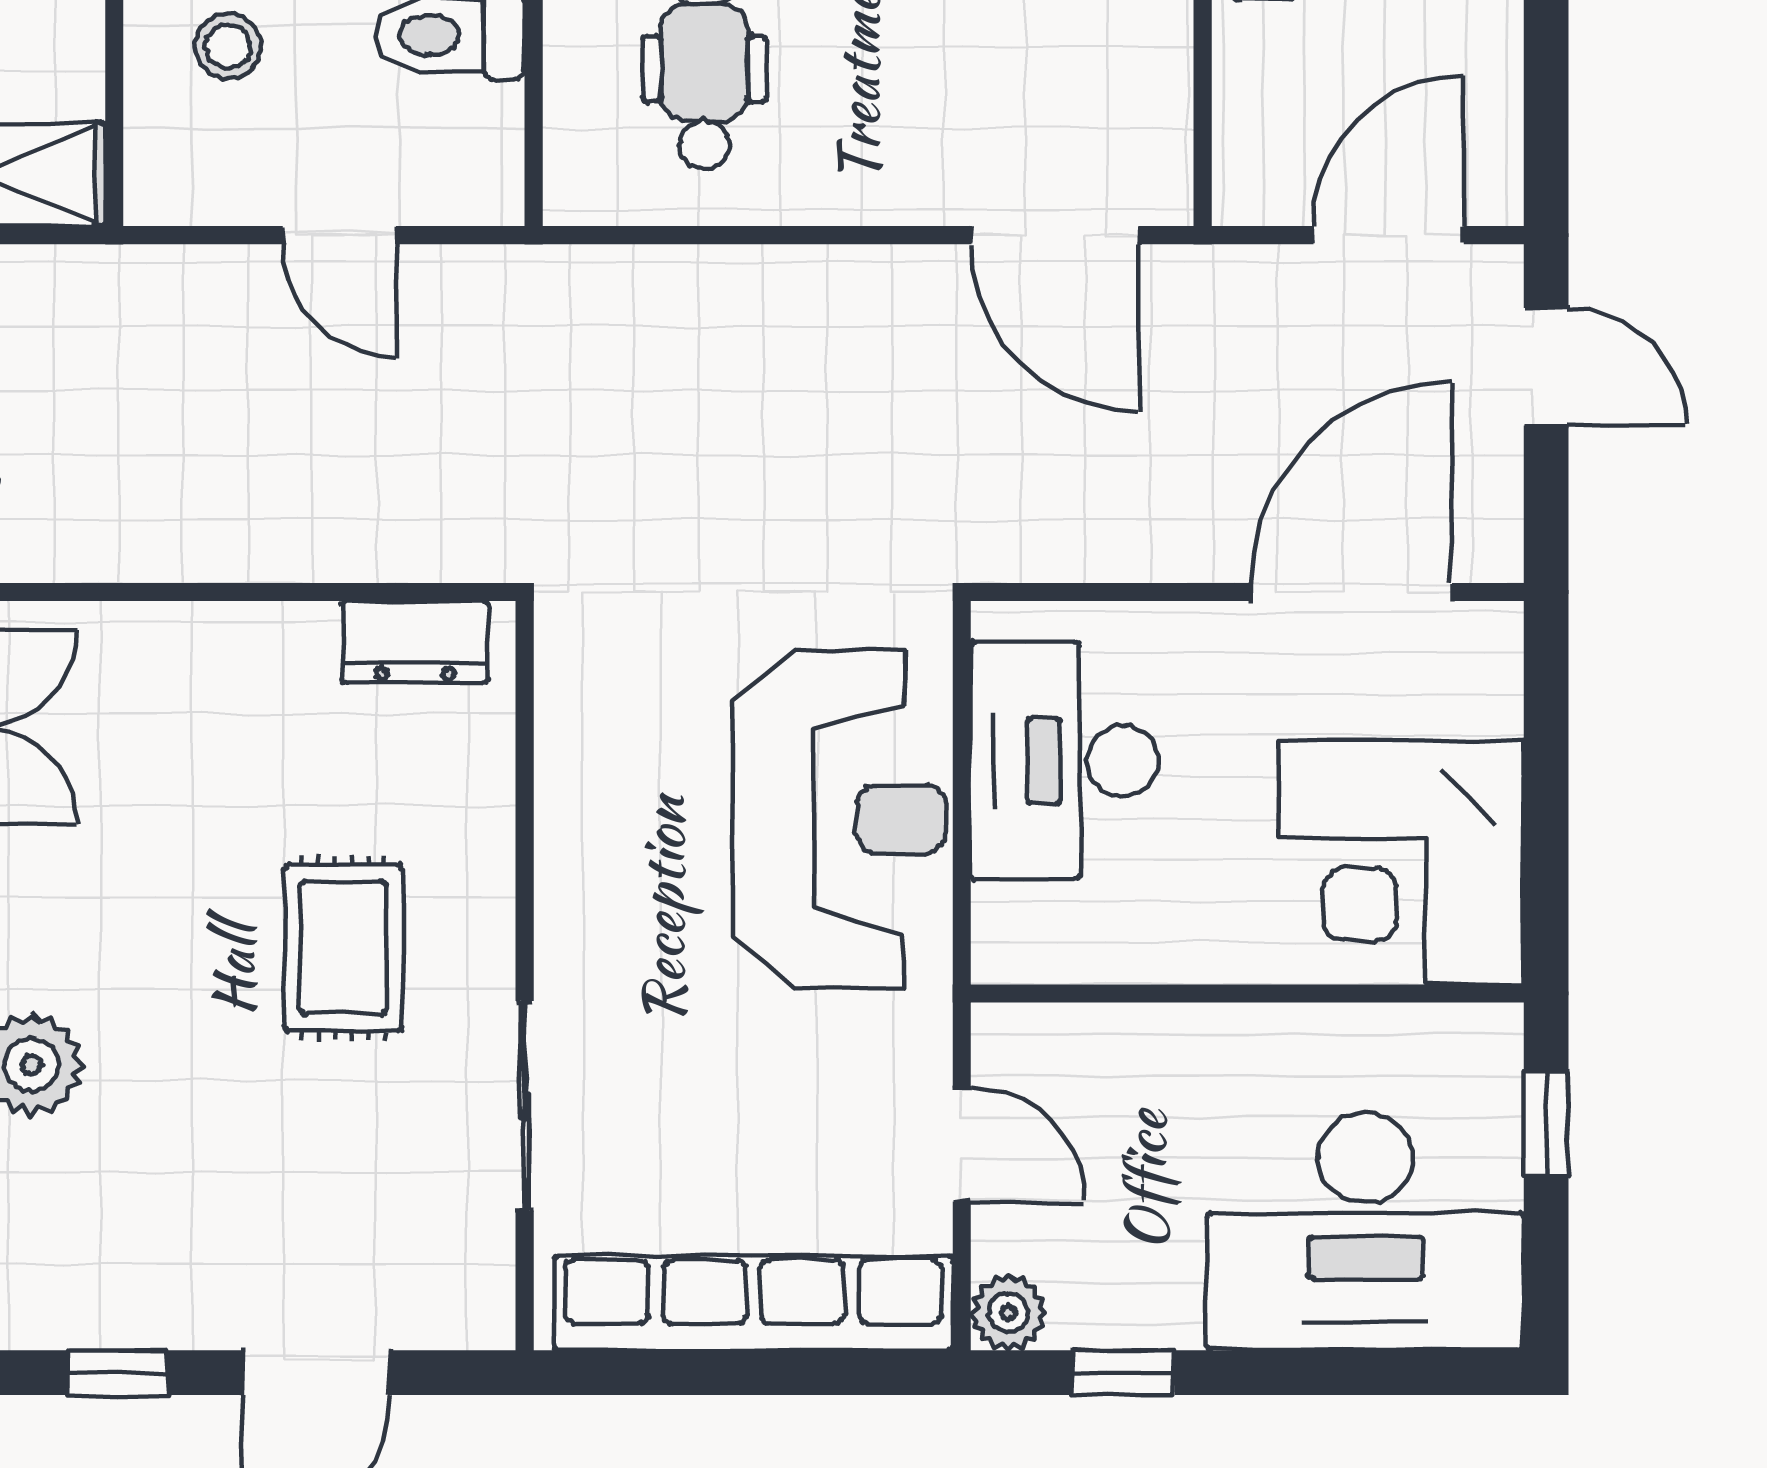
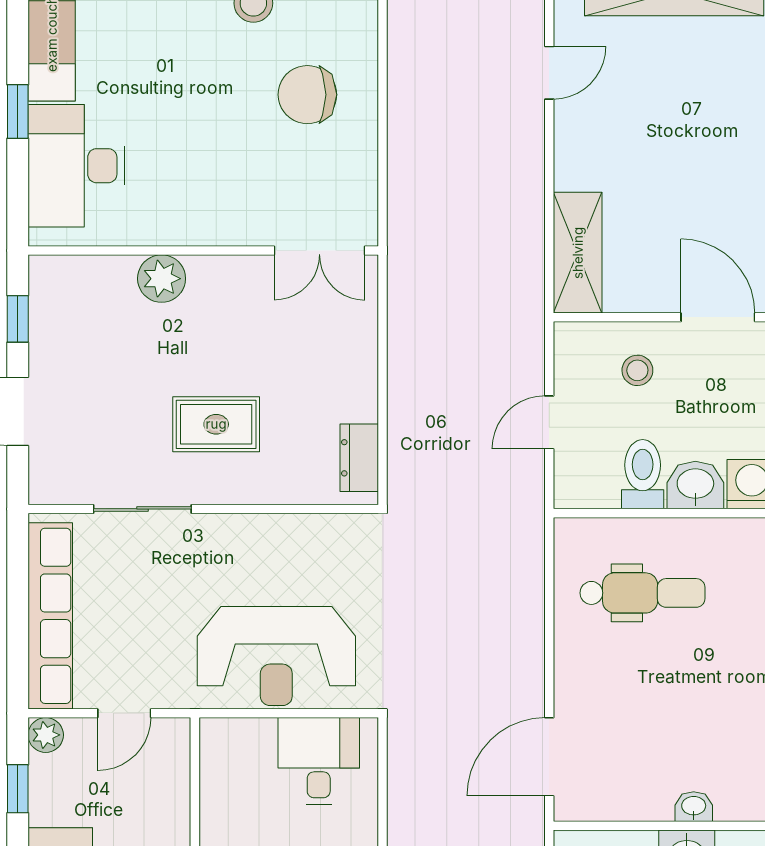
desk: (1064, 761) -> (319, 761), width x0.73

